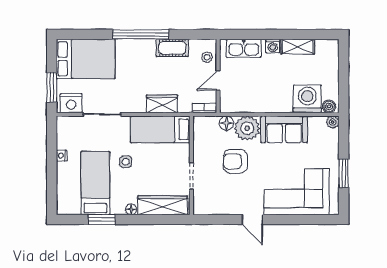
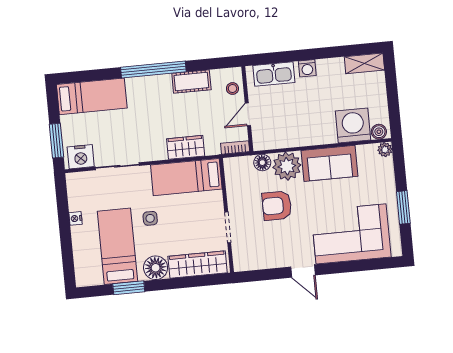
shelving: (298, 47) -> (364, 63), moved
bed: (86, 59) -> (92, 96), width x0.67
floor lamp: (131, 209) -> (156, 268), width x1.89, depth x1.89

